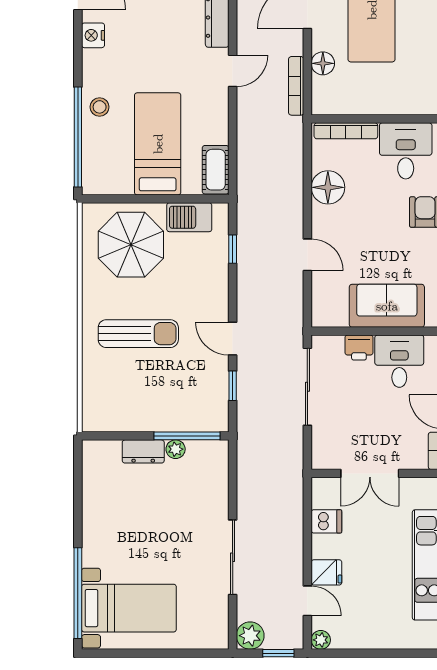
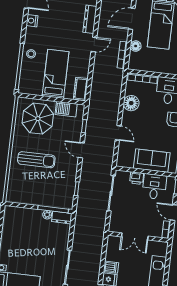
door: (233, 339) -> (81, 150), moved
dresser: (143, 451) -> (62, 217), moved
dishwasher: (326, 521) -> (111, 267), moved

